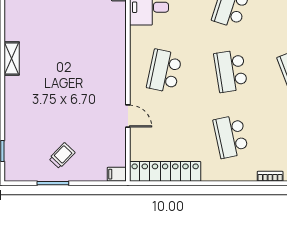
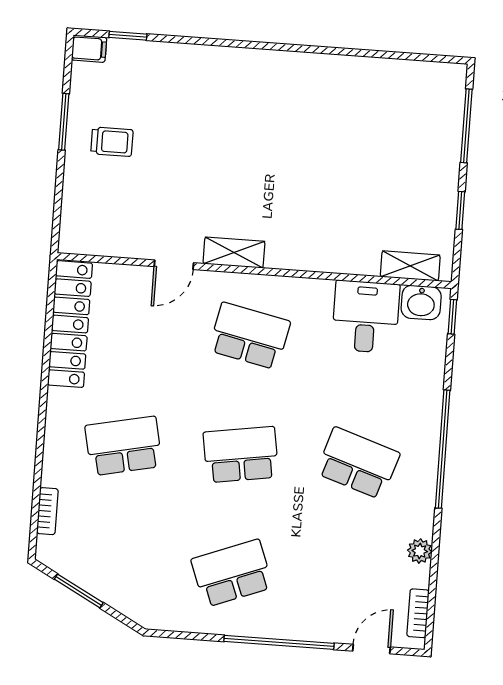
shelving: (12, 58) -> (234, 253), moved
trolley: (62, 156) -> (112, 142), turned -44
filing cabinet: (117, 174) -> (89, 49), moved, turned 90

